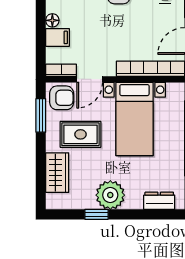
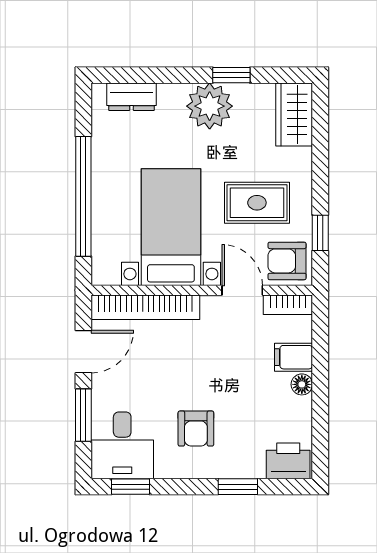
door: (90, 79) -> (242, 290), hinge flipped
window: (41, 115) -> (320, 233), width x0.67
wardrobe: (57, 173) -> (294, 115), moved

